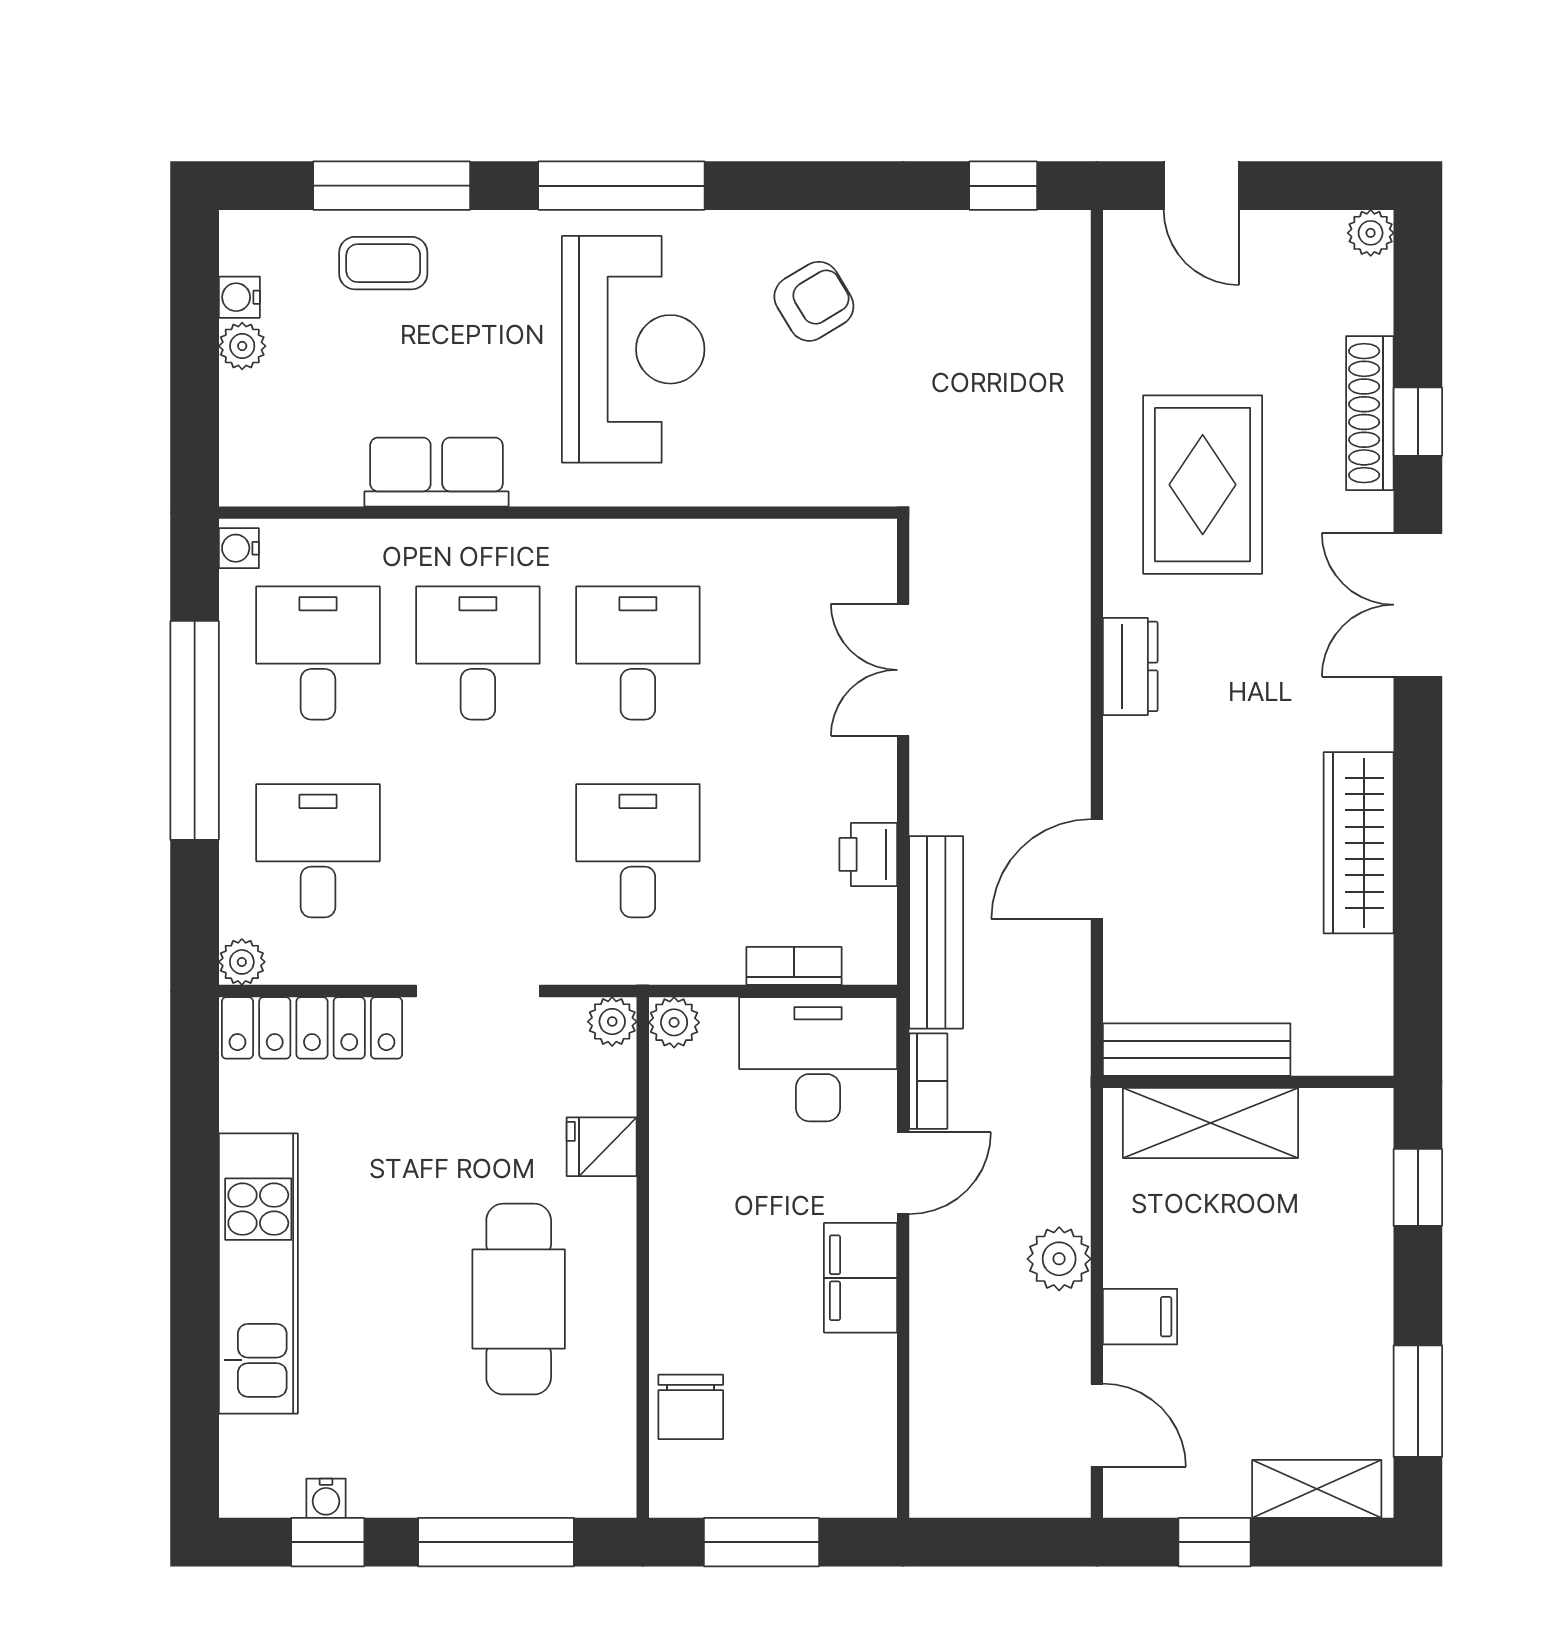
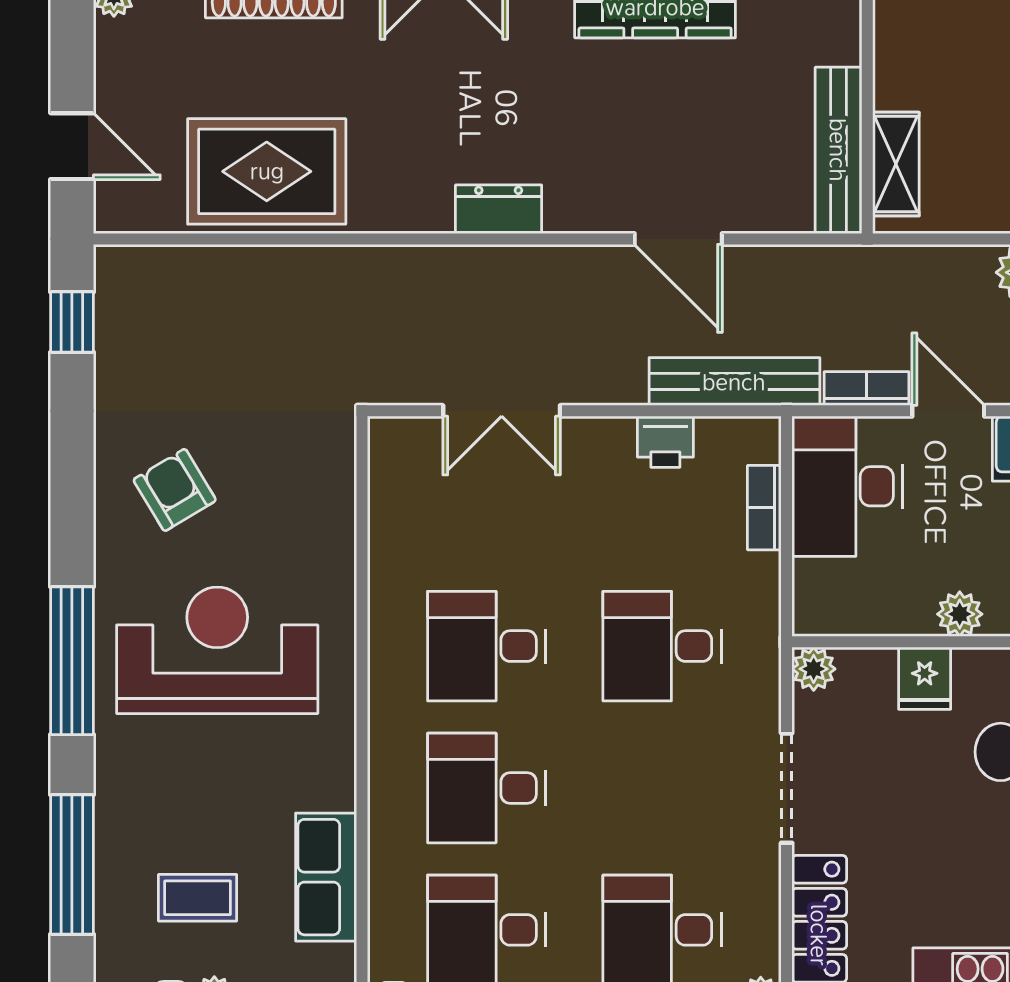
door: (1201, 186) -> (72, 146), hinge flipped
coffee table: (383, 263) -> (198, 898), moved, turned 90
row of seats: (436, 472) -> (326, 877), moved
rug: (1203, 485) -> (267, 171), moved
plant: (674, 1022) -> (960, 614), moved
shelving: (1210, 1123) -> (896, 164), width x0.67, depth x0.75

